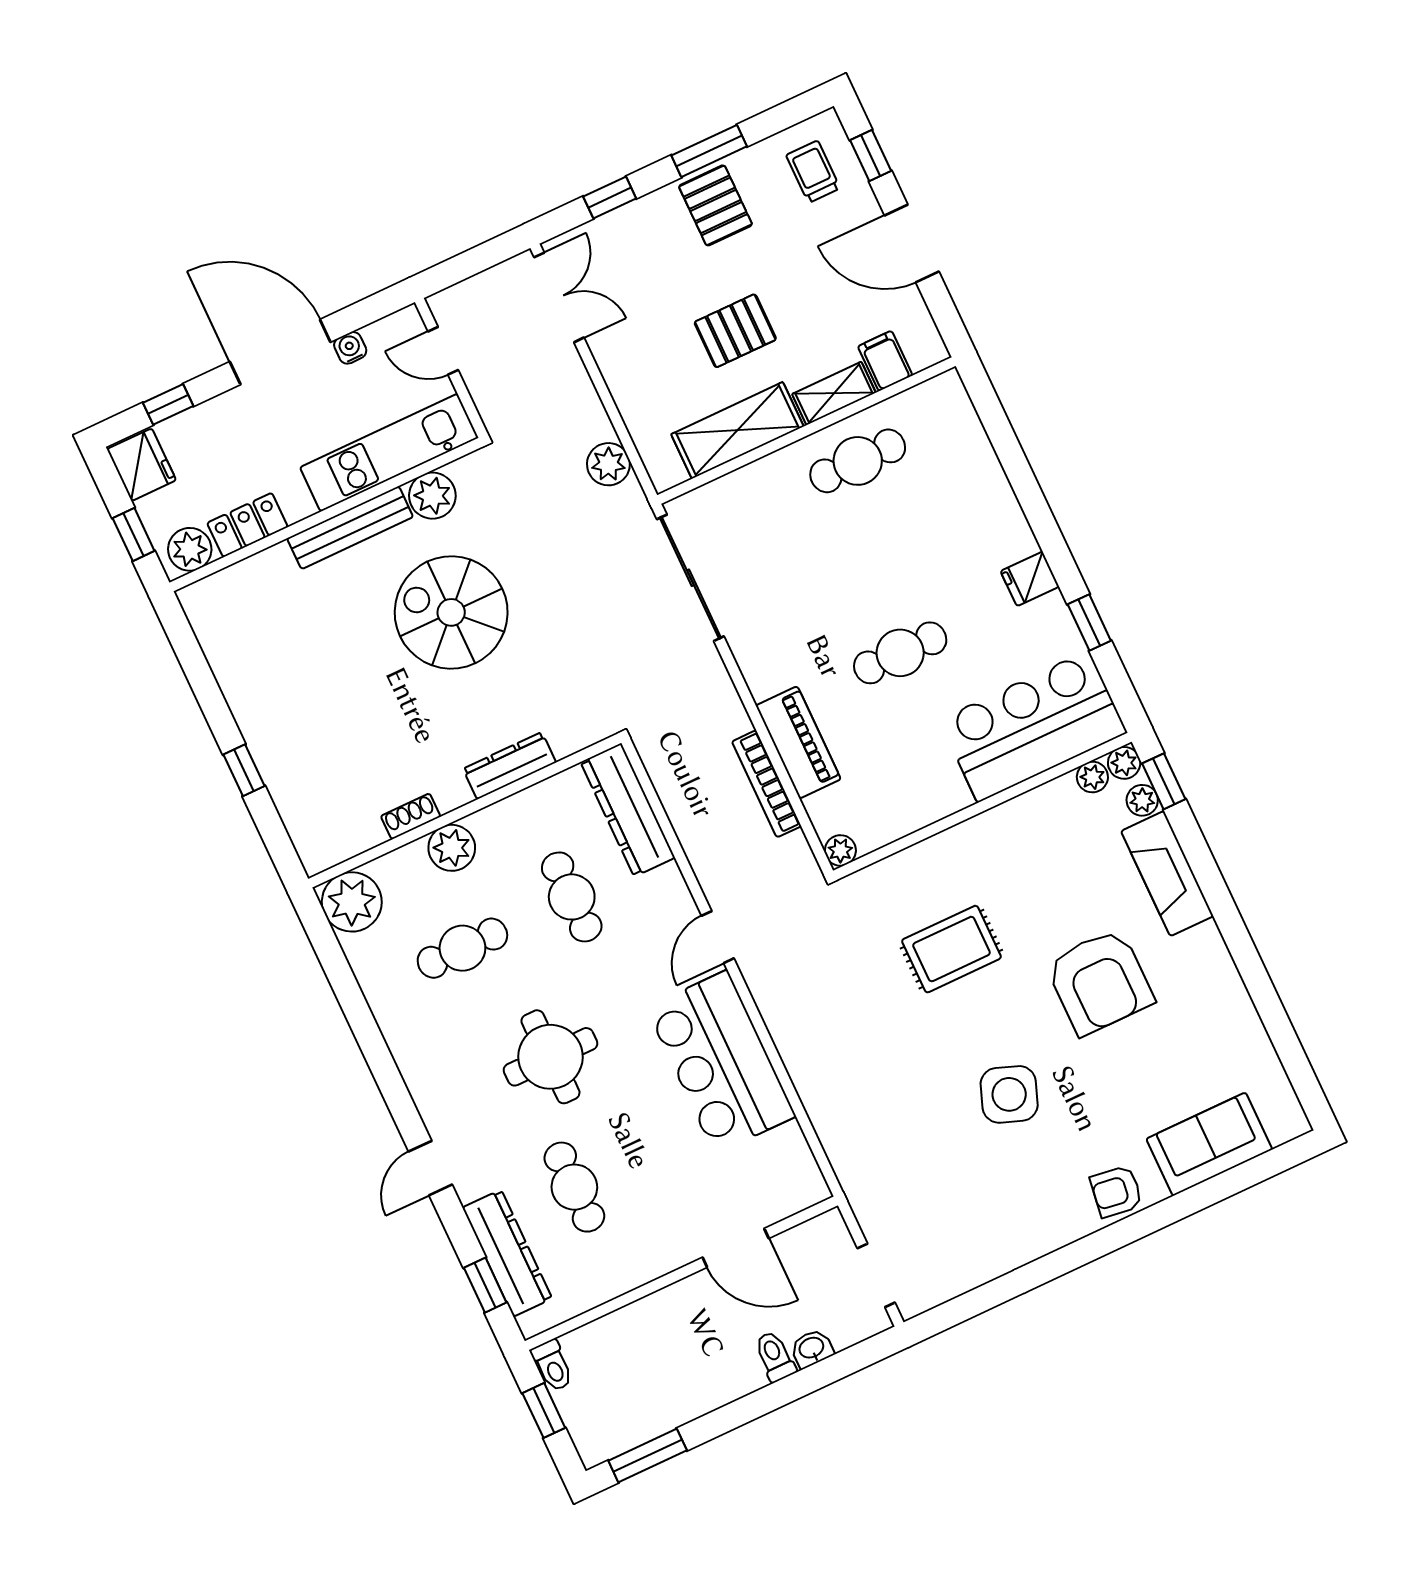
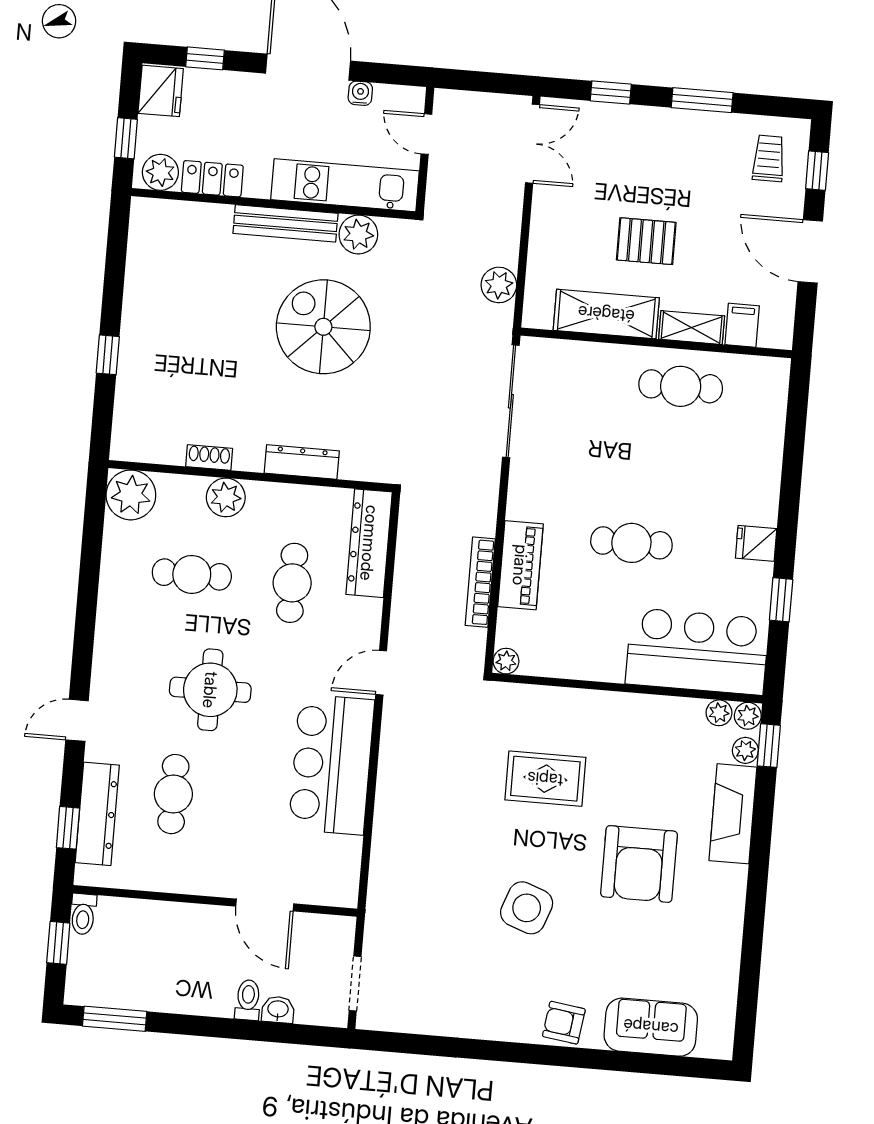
pallet: (715, 205) -> (684, 142), removed

